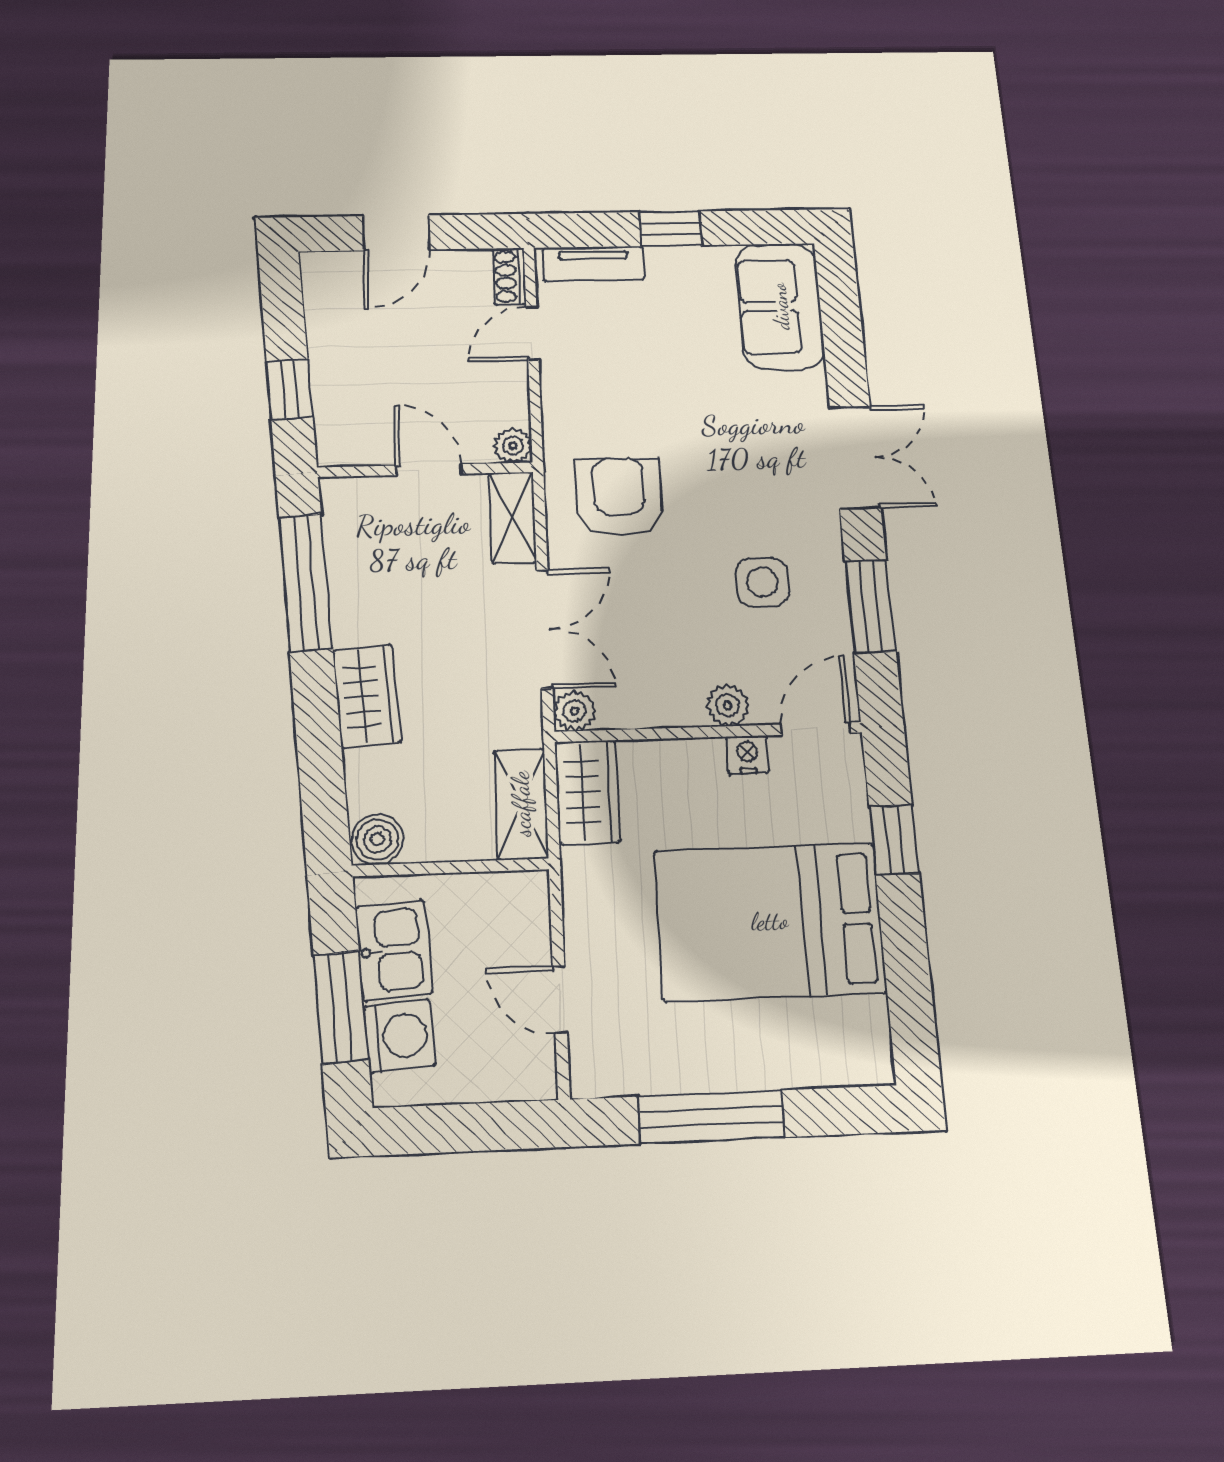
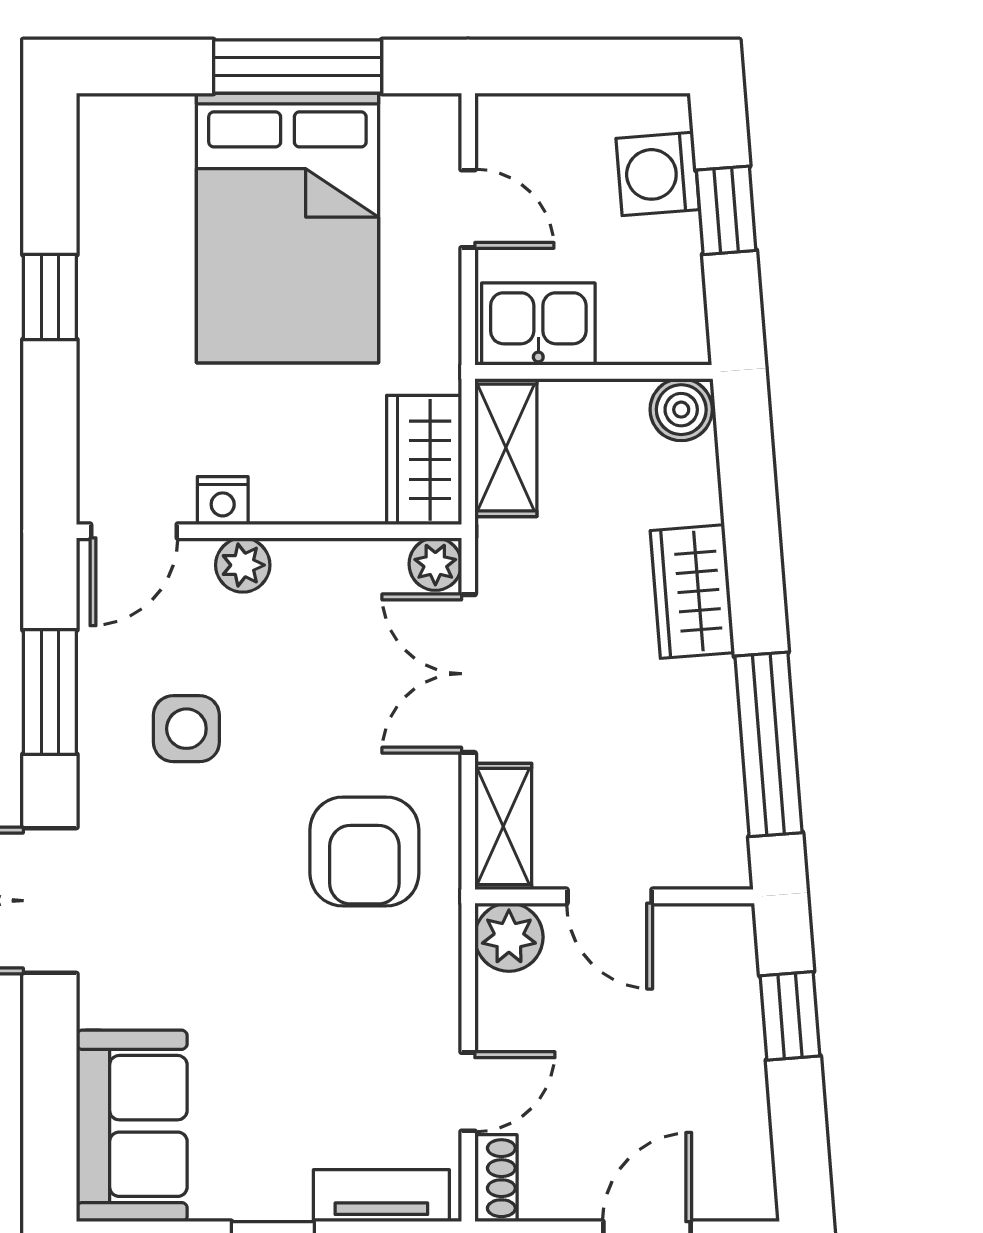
plant: (513, 446) -> (509, 937), width x1.38, depth x1.38
window: (894, 840) -> (50, 297), moved
bed: (770, 921) -> (287, 228), moved, turned 90
kitchen sink: (394, 950) -> (538, 324), moved, turned 95
window: (341, 1007) -> (726, 210), width x0.67

